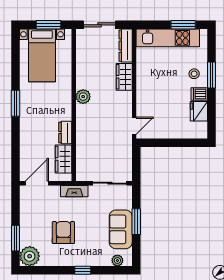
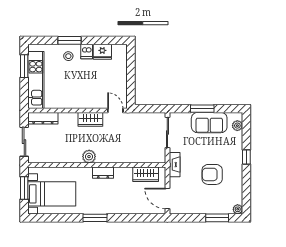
wardrobe: (124, 77) -> (90, 119), moved
dresser: (65, 133) -> (103, 173), moved
plant: (30, 256) -> (238, 209), width x0.53, depth x0.53

